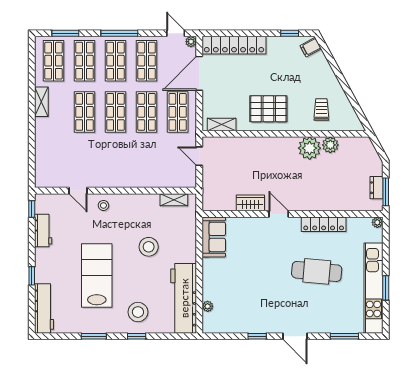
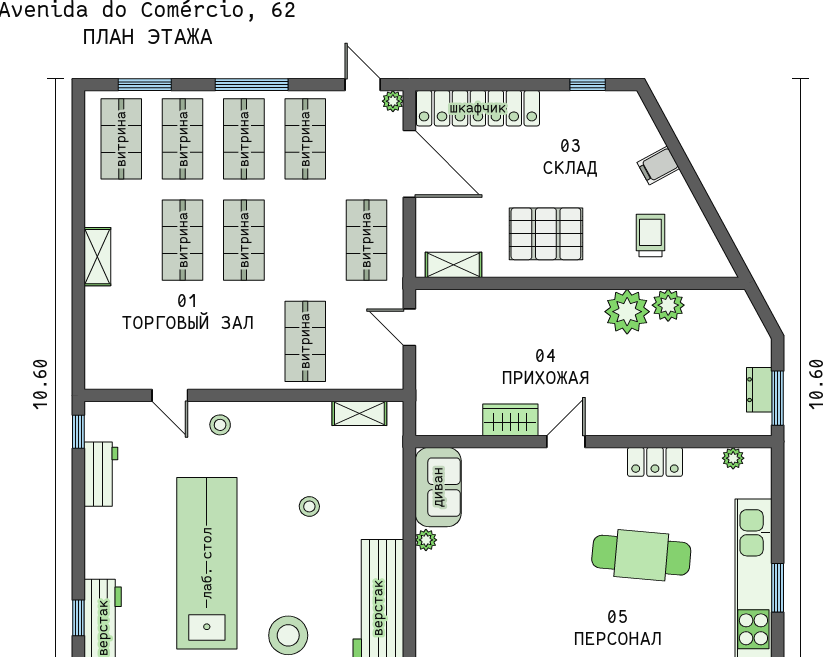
filing cabinet: (311, 47) -> (658, 165), moved
door: (199, 73) -> (409, 164), swing flipped
shelving: (41, 102) -> (97, 257), moved
shop shelf: (147, 112) -> (305, 341), moved
door: (279, 214) -> (566, 442), hinge flipped
plant: (377, 222) -> (733, 458), moved
locker: (324, 224) -> (655, 462), width x0.66
stool: (149, 247) -> (309, 506), width x0.53, depth x0.53
window: (32, 276) -> (78, 618), moved
lab bench: (97, 276) -> (207, 563), width x1.36
plant: (208, 306) -> (426, 540), moved

